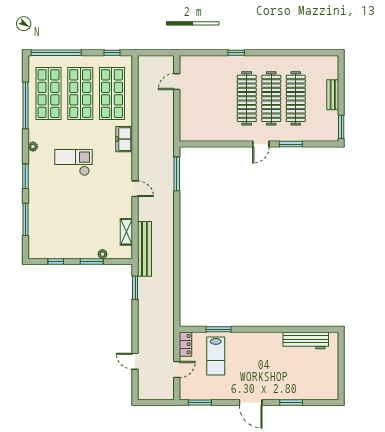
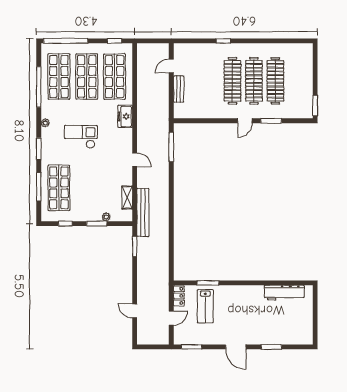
bench: (333, 95) -> (179, 89), moved
shop shelf: (48, 221) -> (59, 188), added

